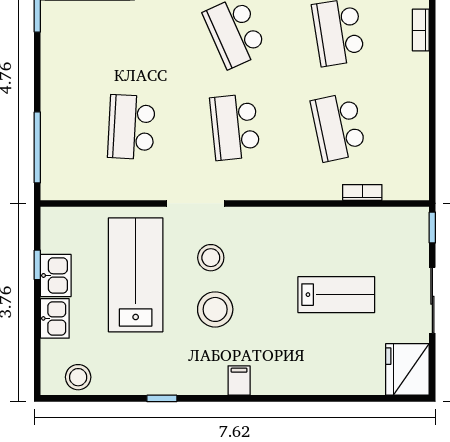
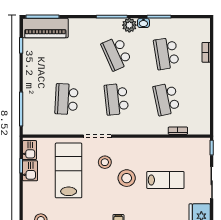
stool: (215, 309) -> (127, 178), moved
kitchen sink: (55, 318) -> (30, 150), moved

